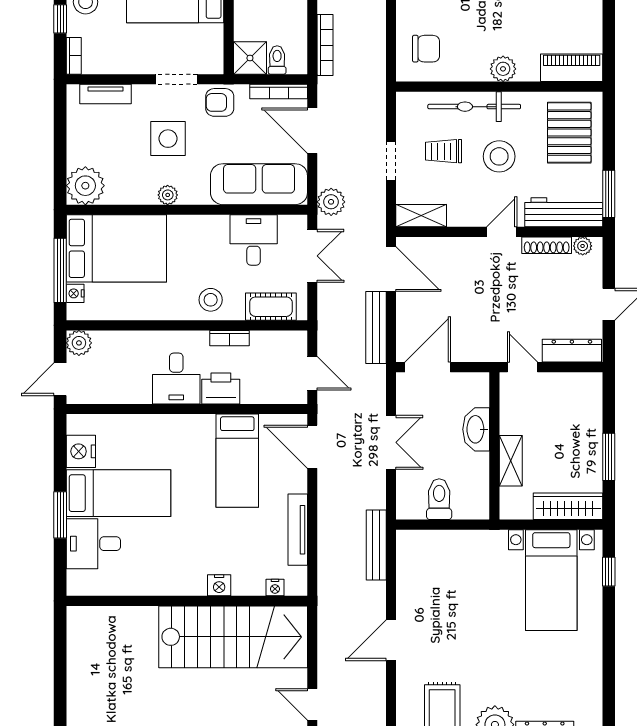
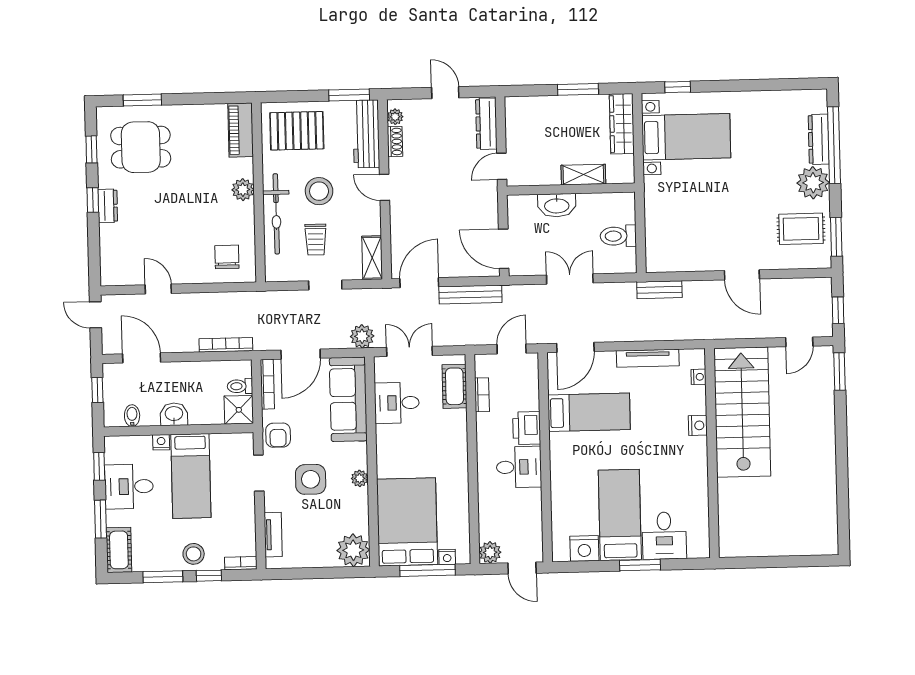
shoe rack: (547, 245) -> (395, 141), width x0.70
stool: (211, 300) -> (450, 439), removed
bookcase: (229, 338) -> (482, 395), moved
bench: (376, 545) -> (659, 290), width x0.73

